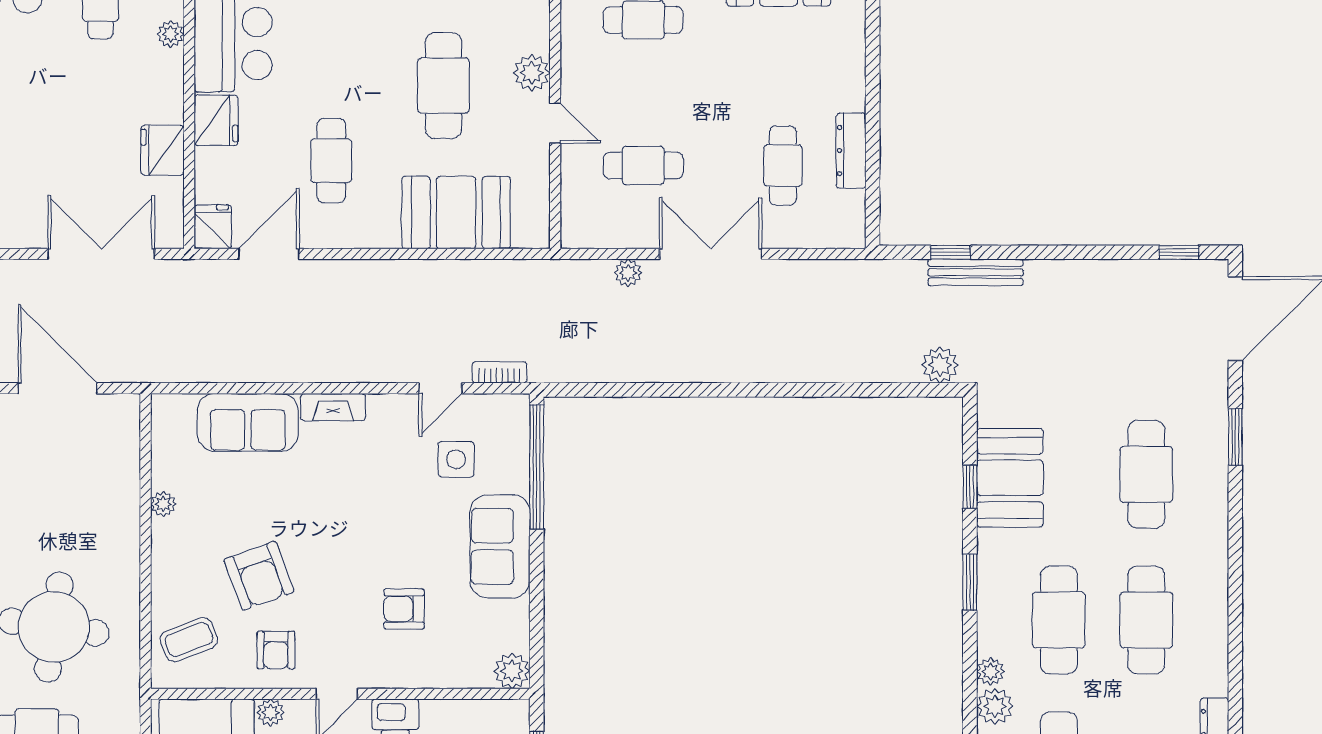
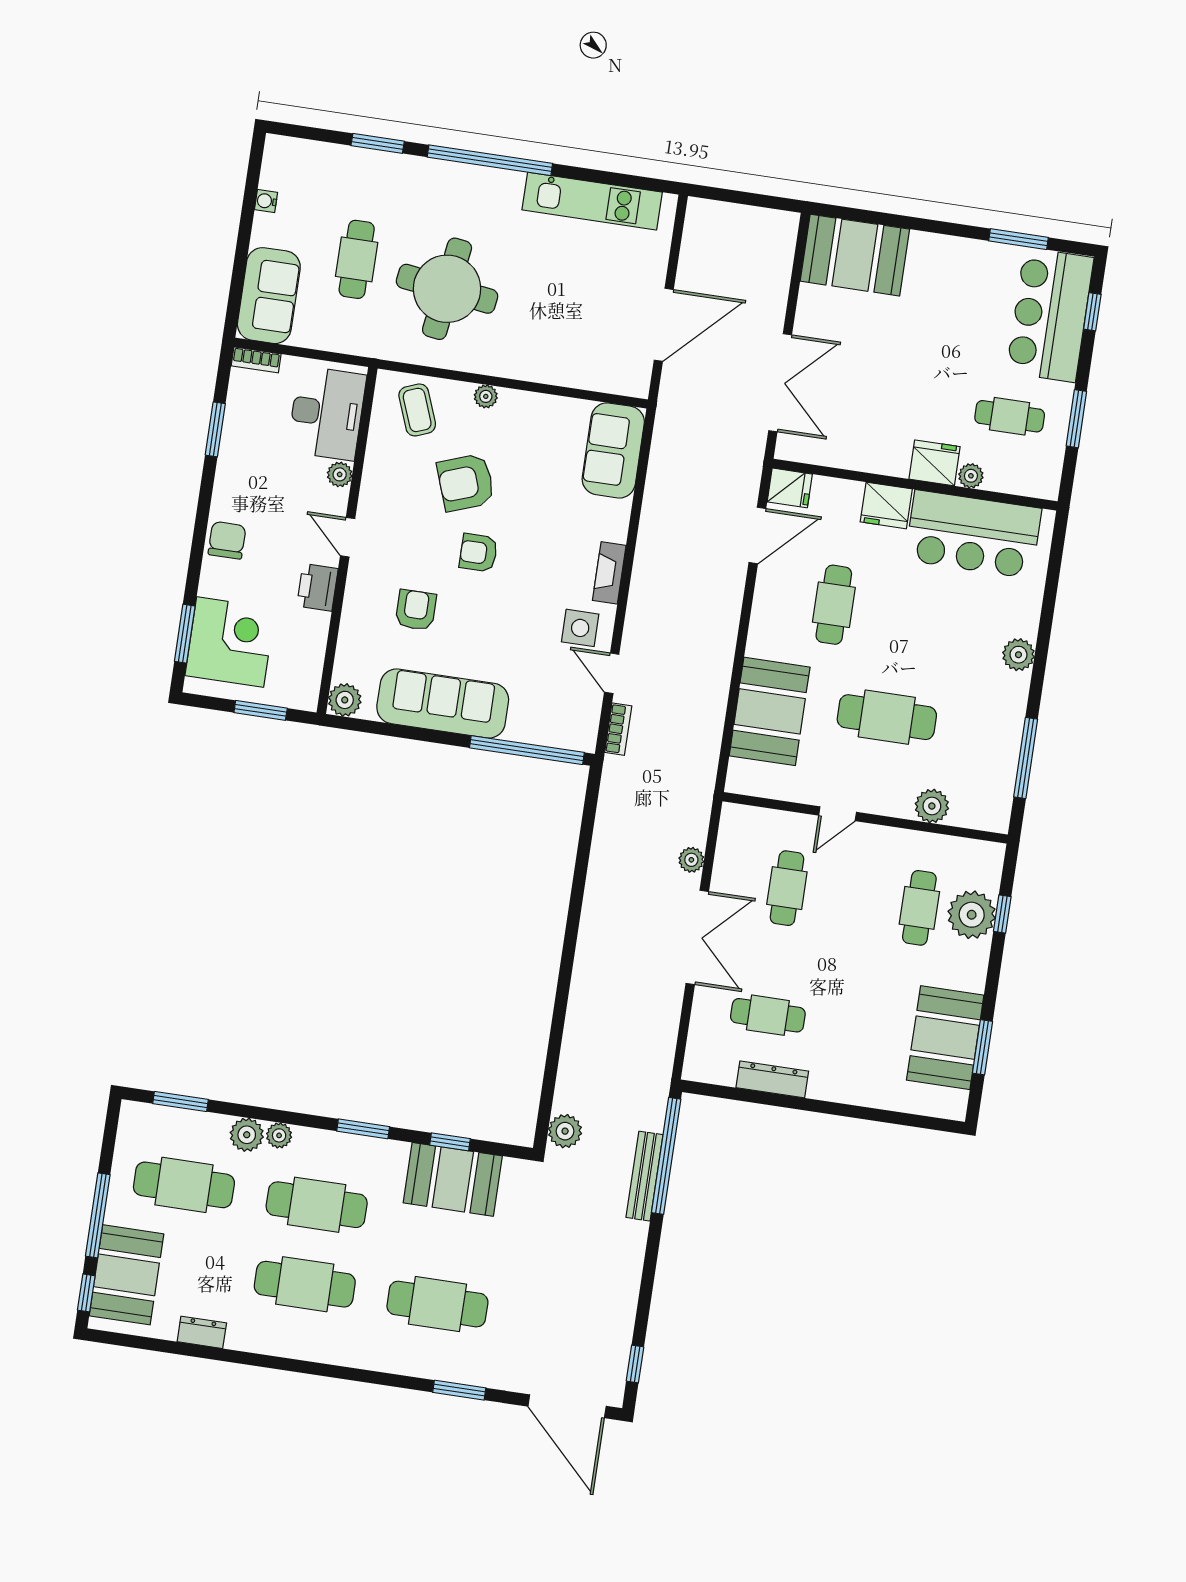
plant: (532, 73) -> (932, 806), moved
fridge: (163, 150) -> (935, 463), moved
cafe table: (331, 161) -> (834, 605), turned 90
window: (950, 252) -> (666, 1156), width x3.17
door: (269, 254) -> (757, 535), hinge flipped
sofa: (248, 422) -> (613, 450), moved
side table: (456, 459) -> (580, 628), moved
plant: (163, 504) -> (486, 396), moved
sofa: (500, 546) -> (443, 703), width x1.36
armchair: (276, 650) -> (478, 553), moved

